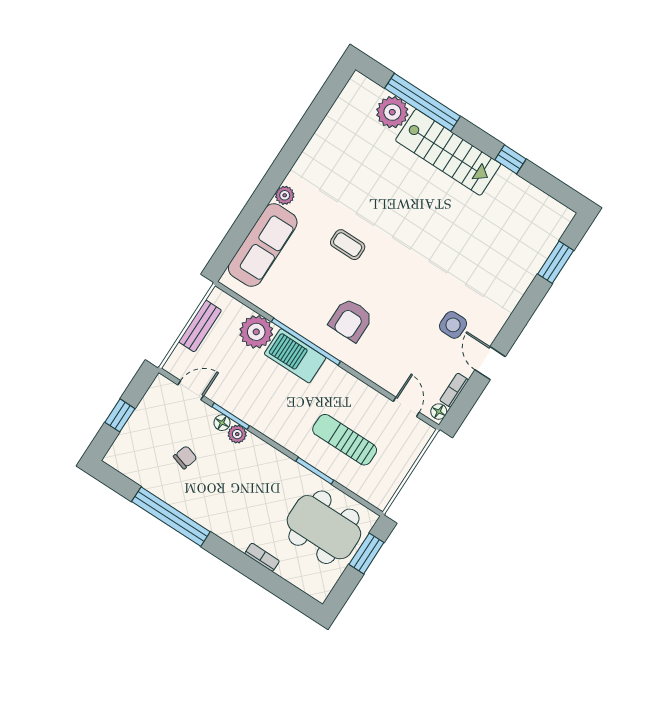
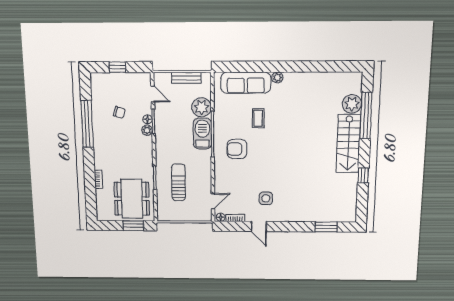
coffee table: (348, 245) -> (258, 118), moved
door: (490, 363) -> (259, 226), swing flipped

